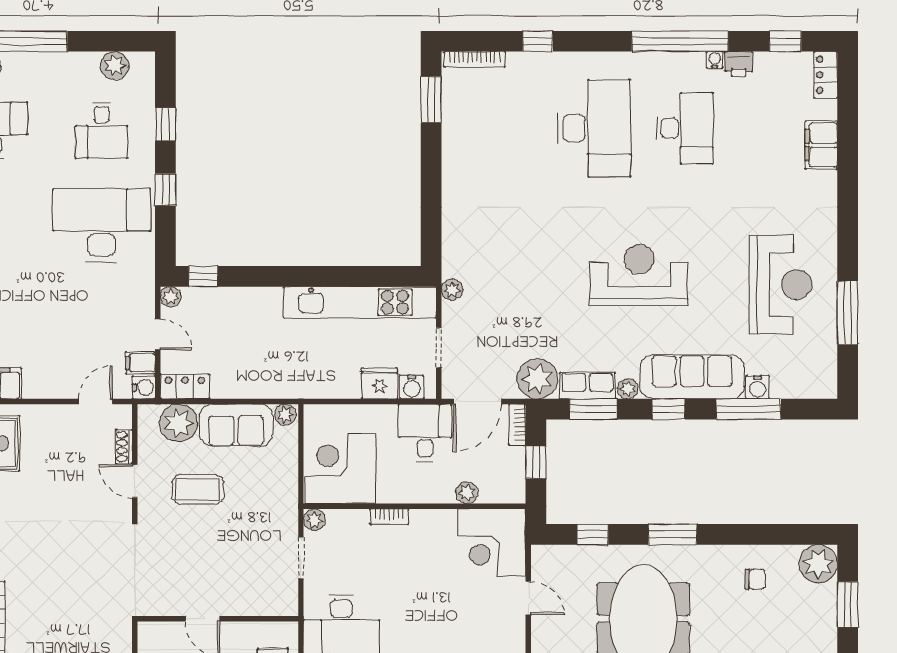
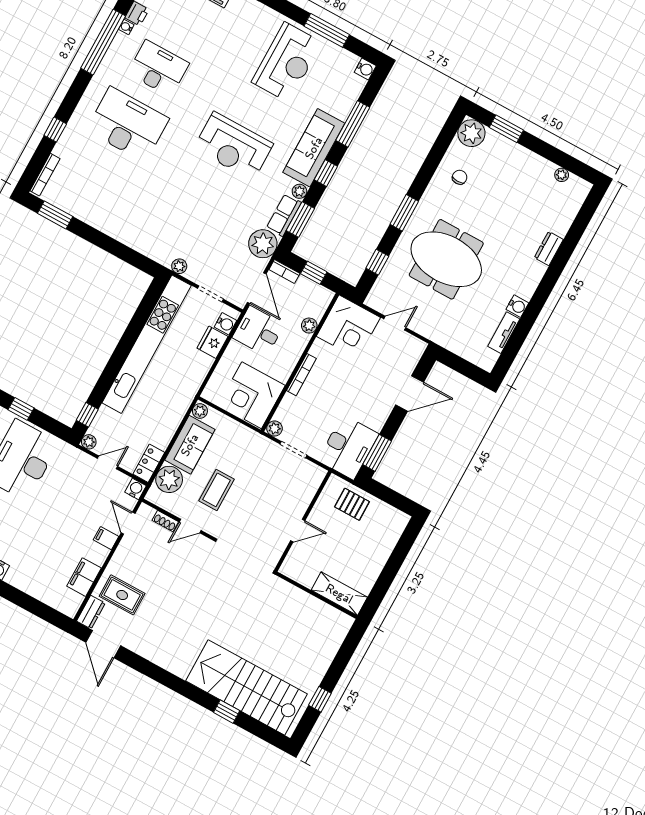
reception desk: (639, 275) -> (233, 146), turned -90
reception desk: (780, 285) -> (287, 62), turned 90
kitchen unit: (360, 302) -> (147, 344), width x1.36
filing cabinet: (140, 363) -> (106, 538), moved, turned 90
water cooler: (758, 387) -> (365, 69), moved
bookcase: (389, 517) -> (301, 375), width x1.56

